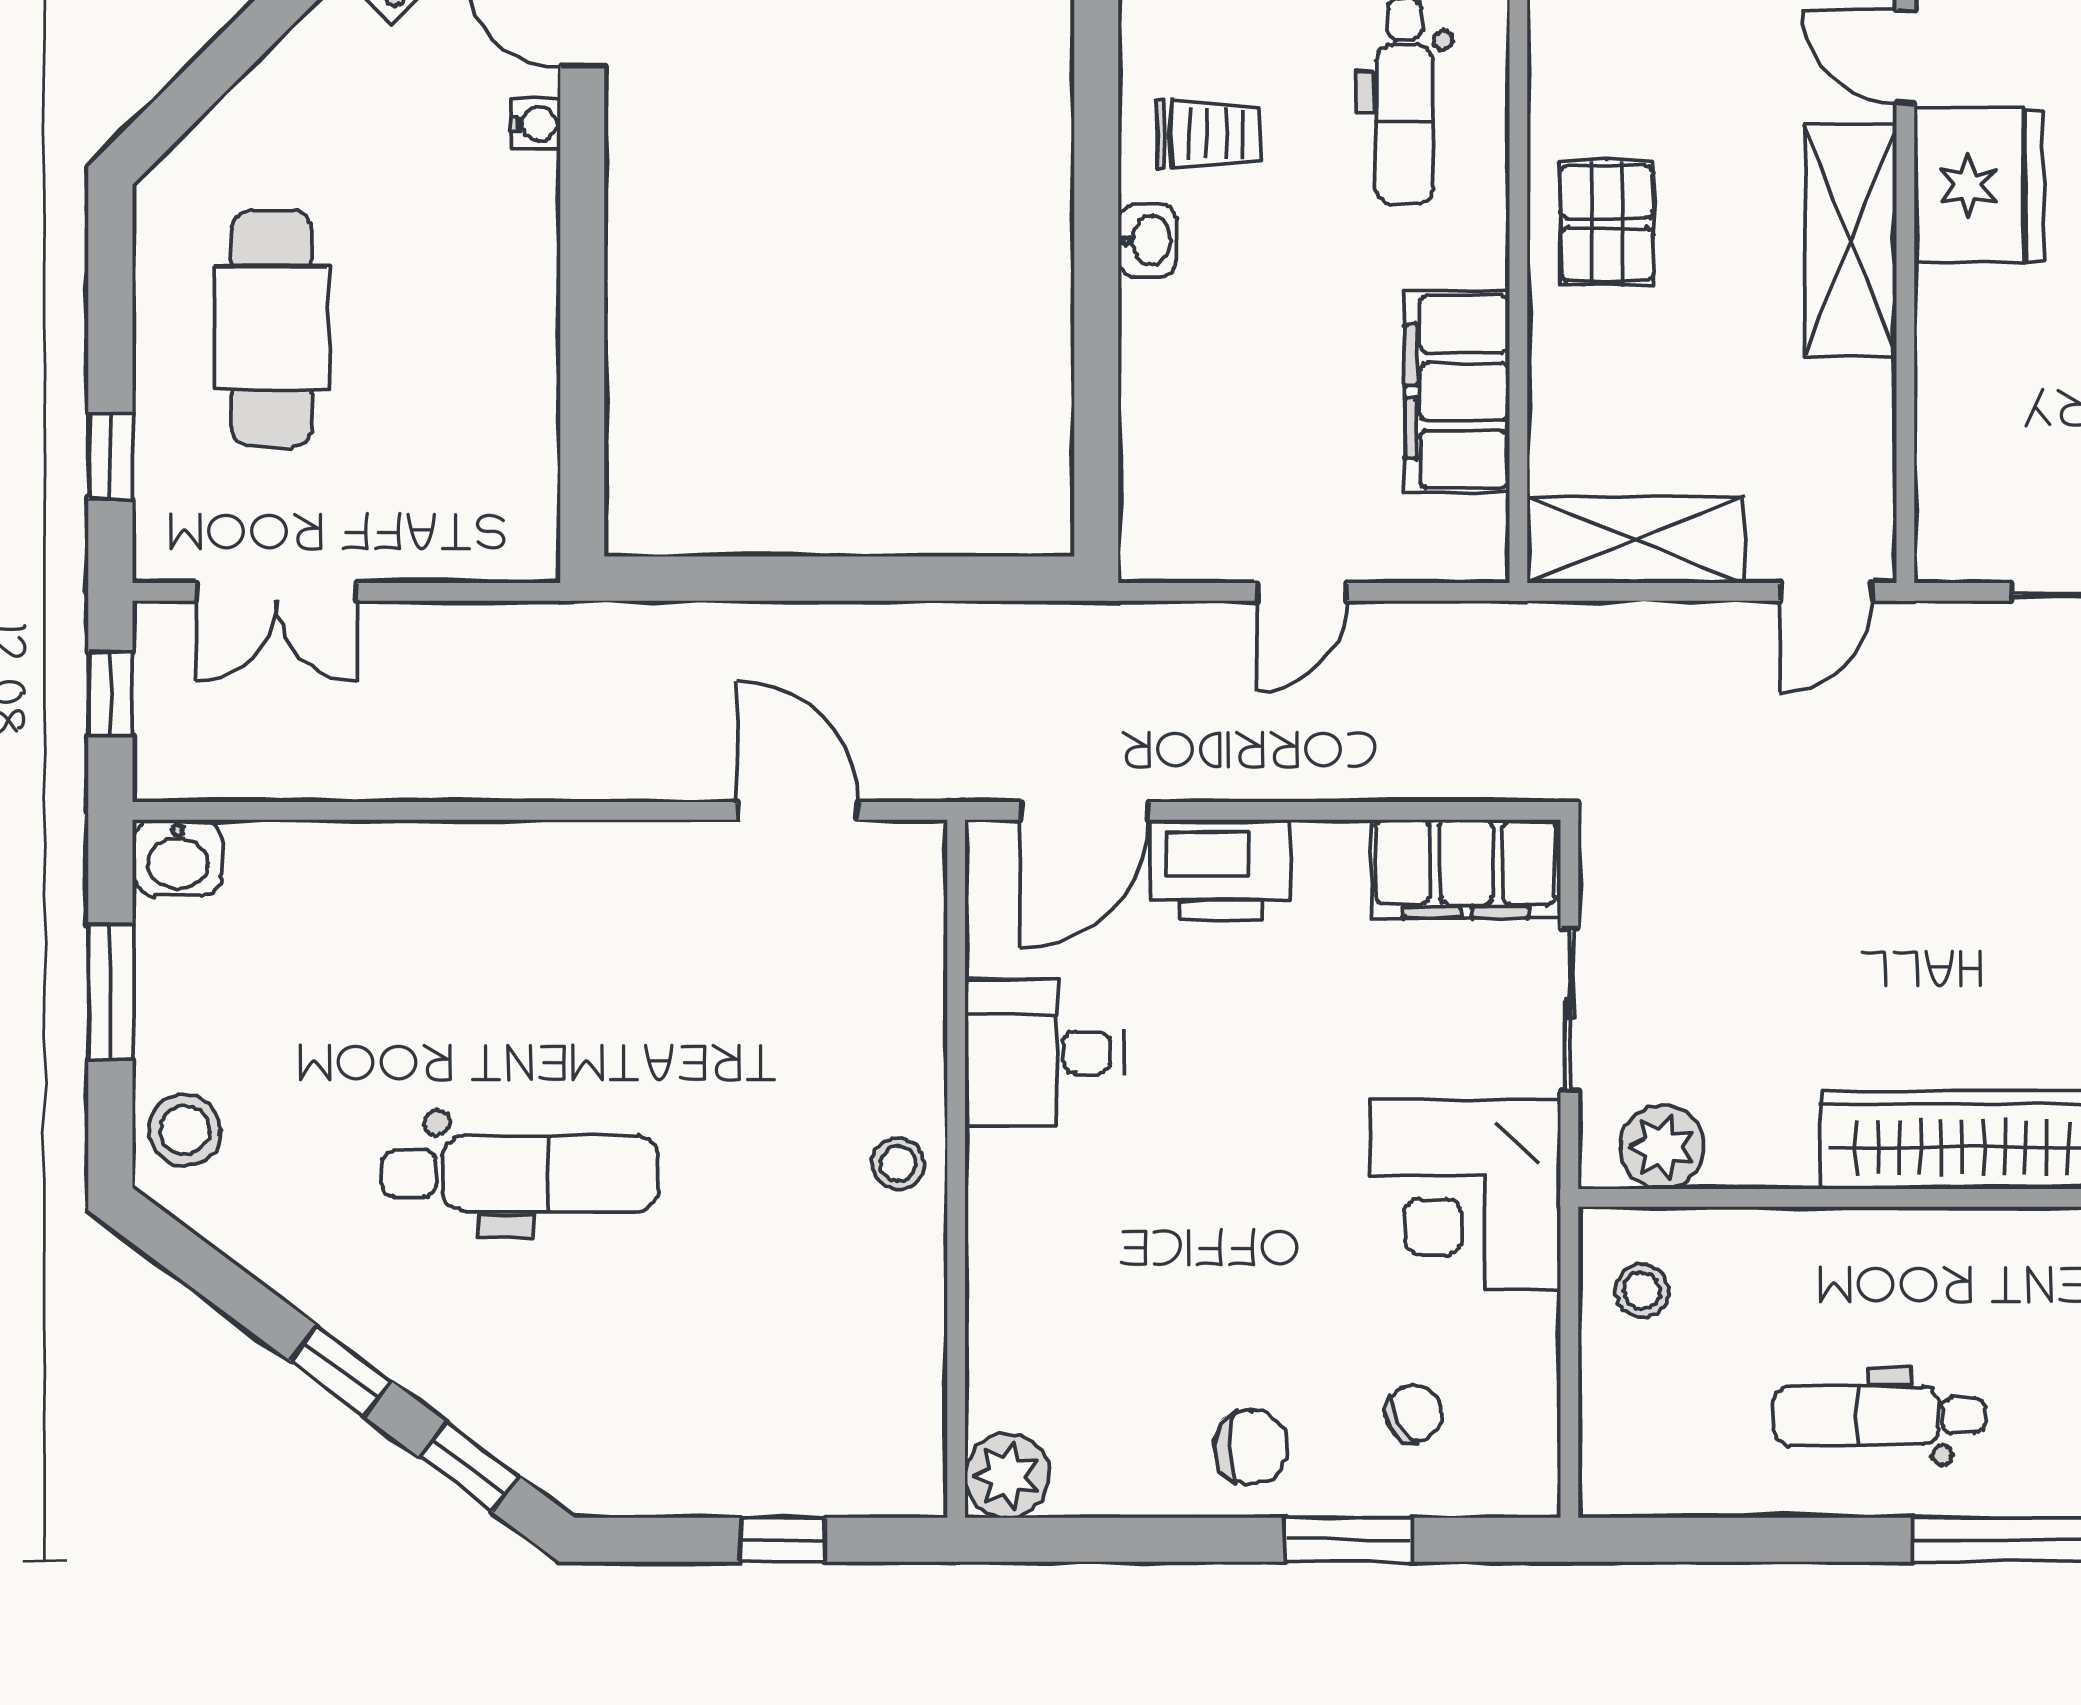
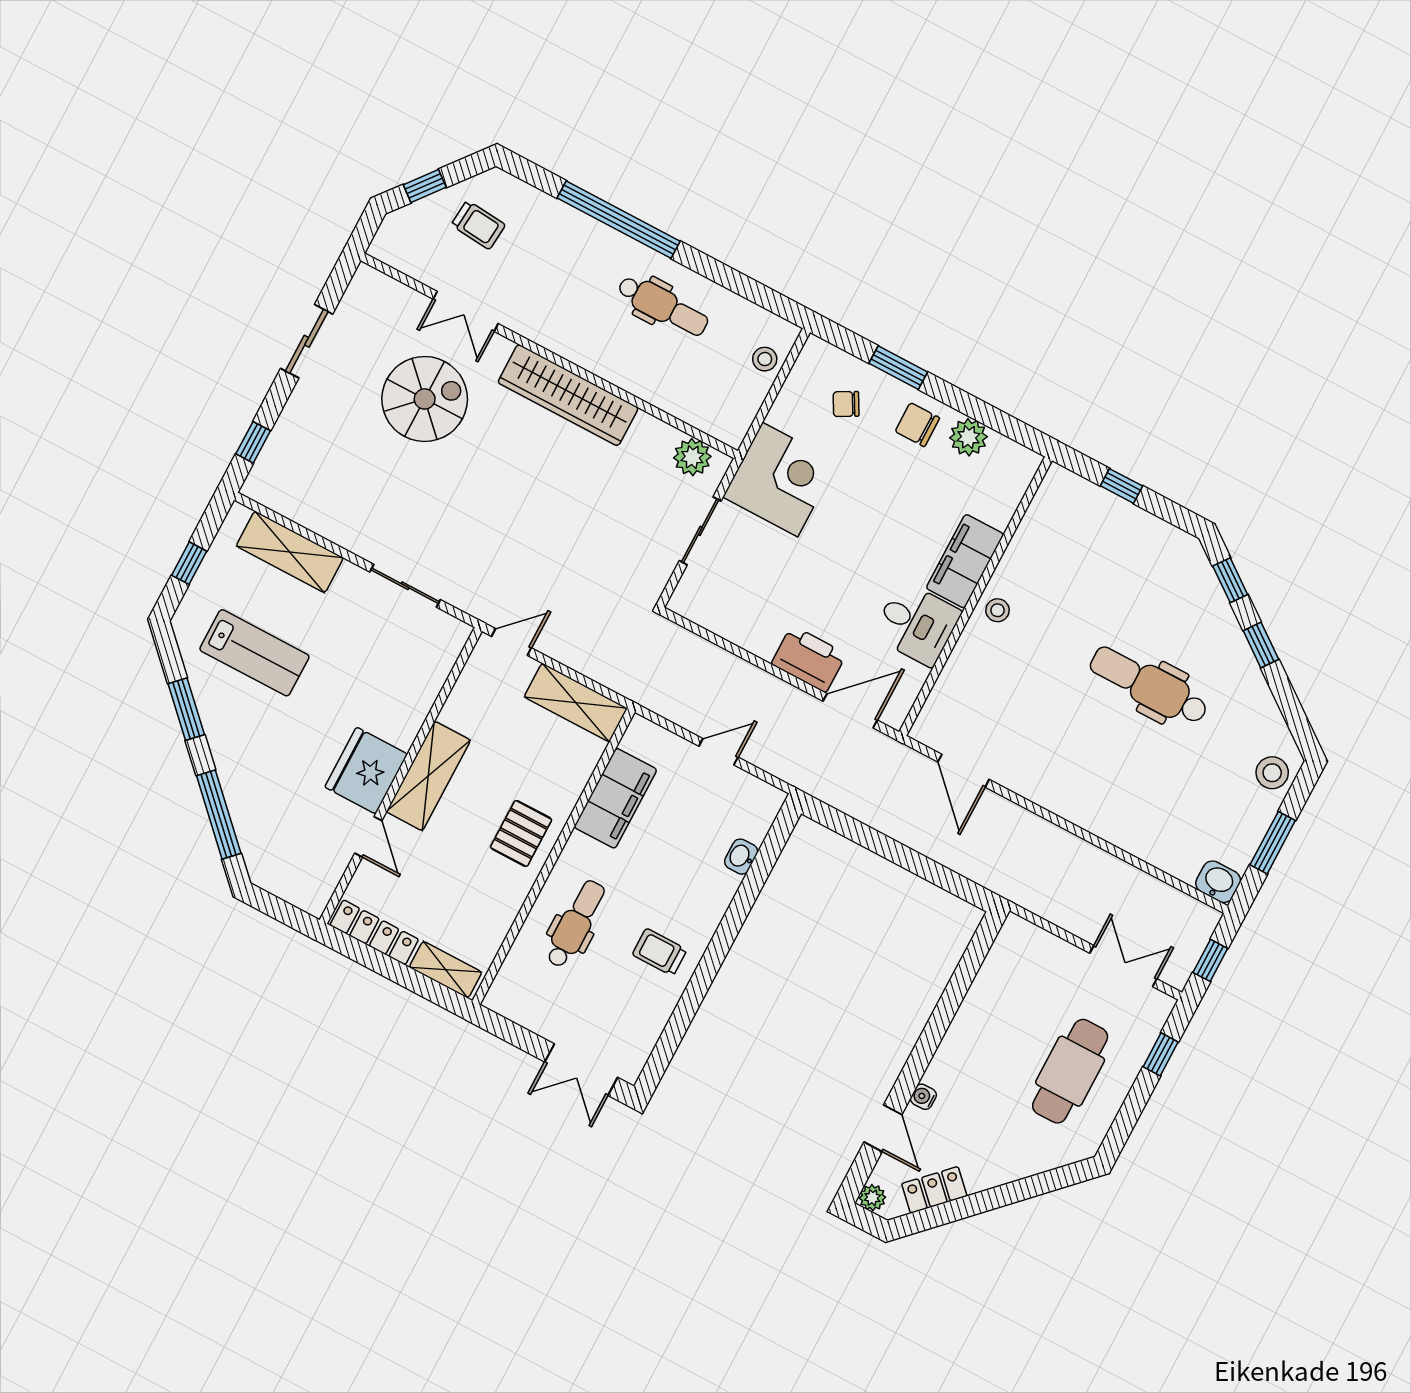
washbasin: (1147, 241) -> (741, 857), moved
filing cabinet: (1466, 869) -> (965, 561), moved, turned -90
stool: (1642, 1291) -> (765, 359), moved
plant: (1007, 1476) -> (968, 437), moved

